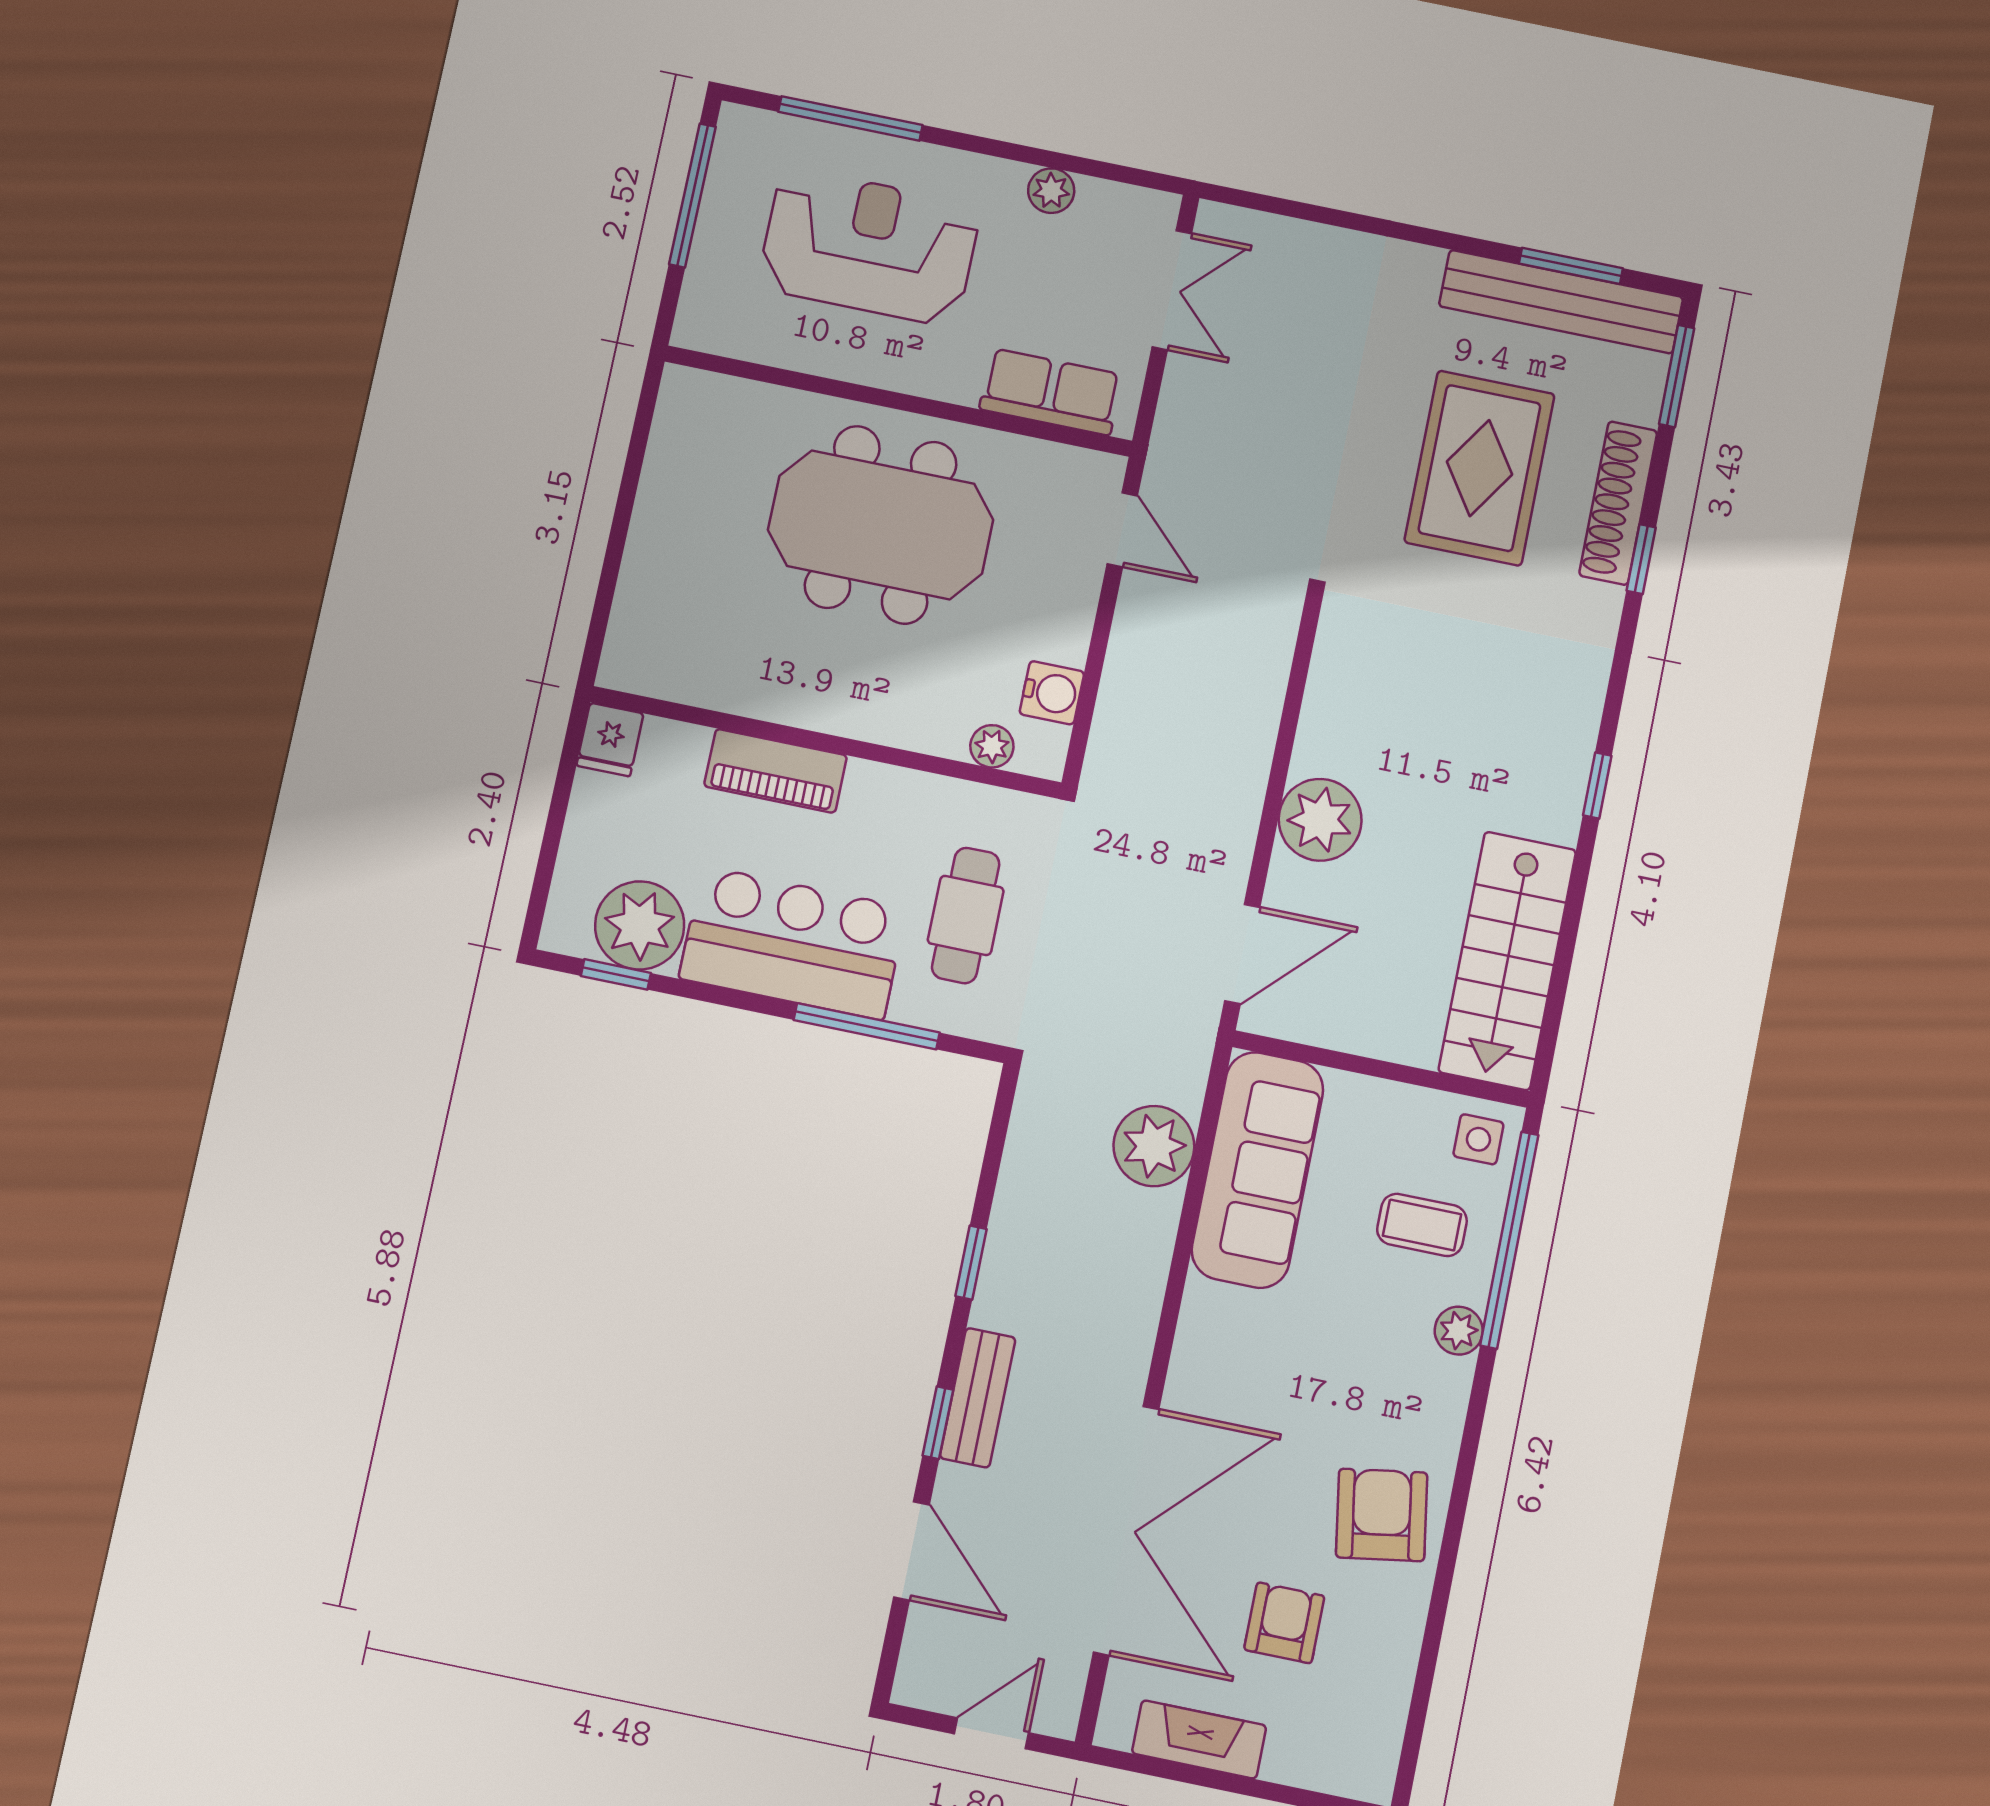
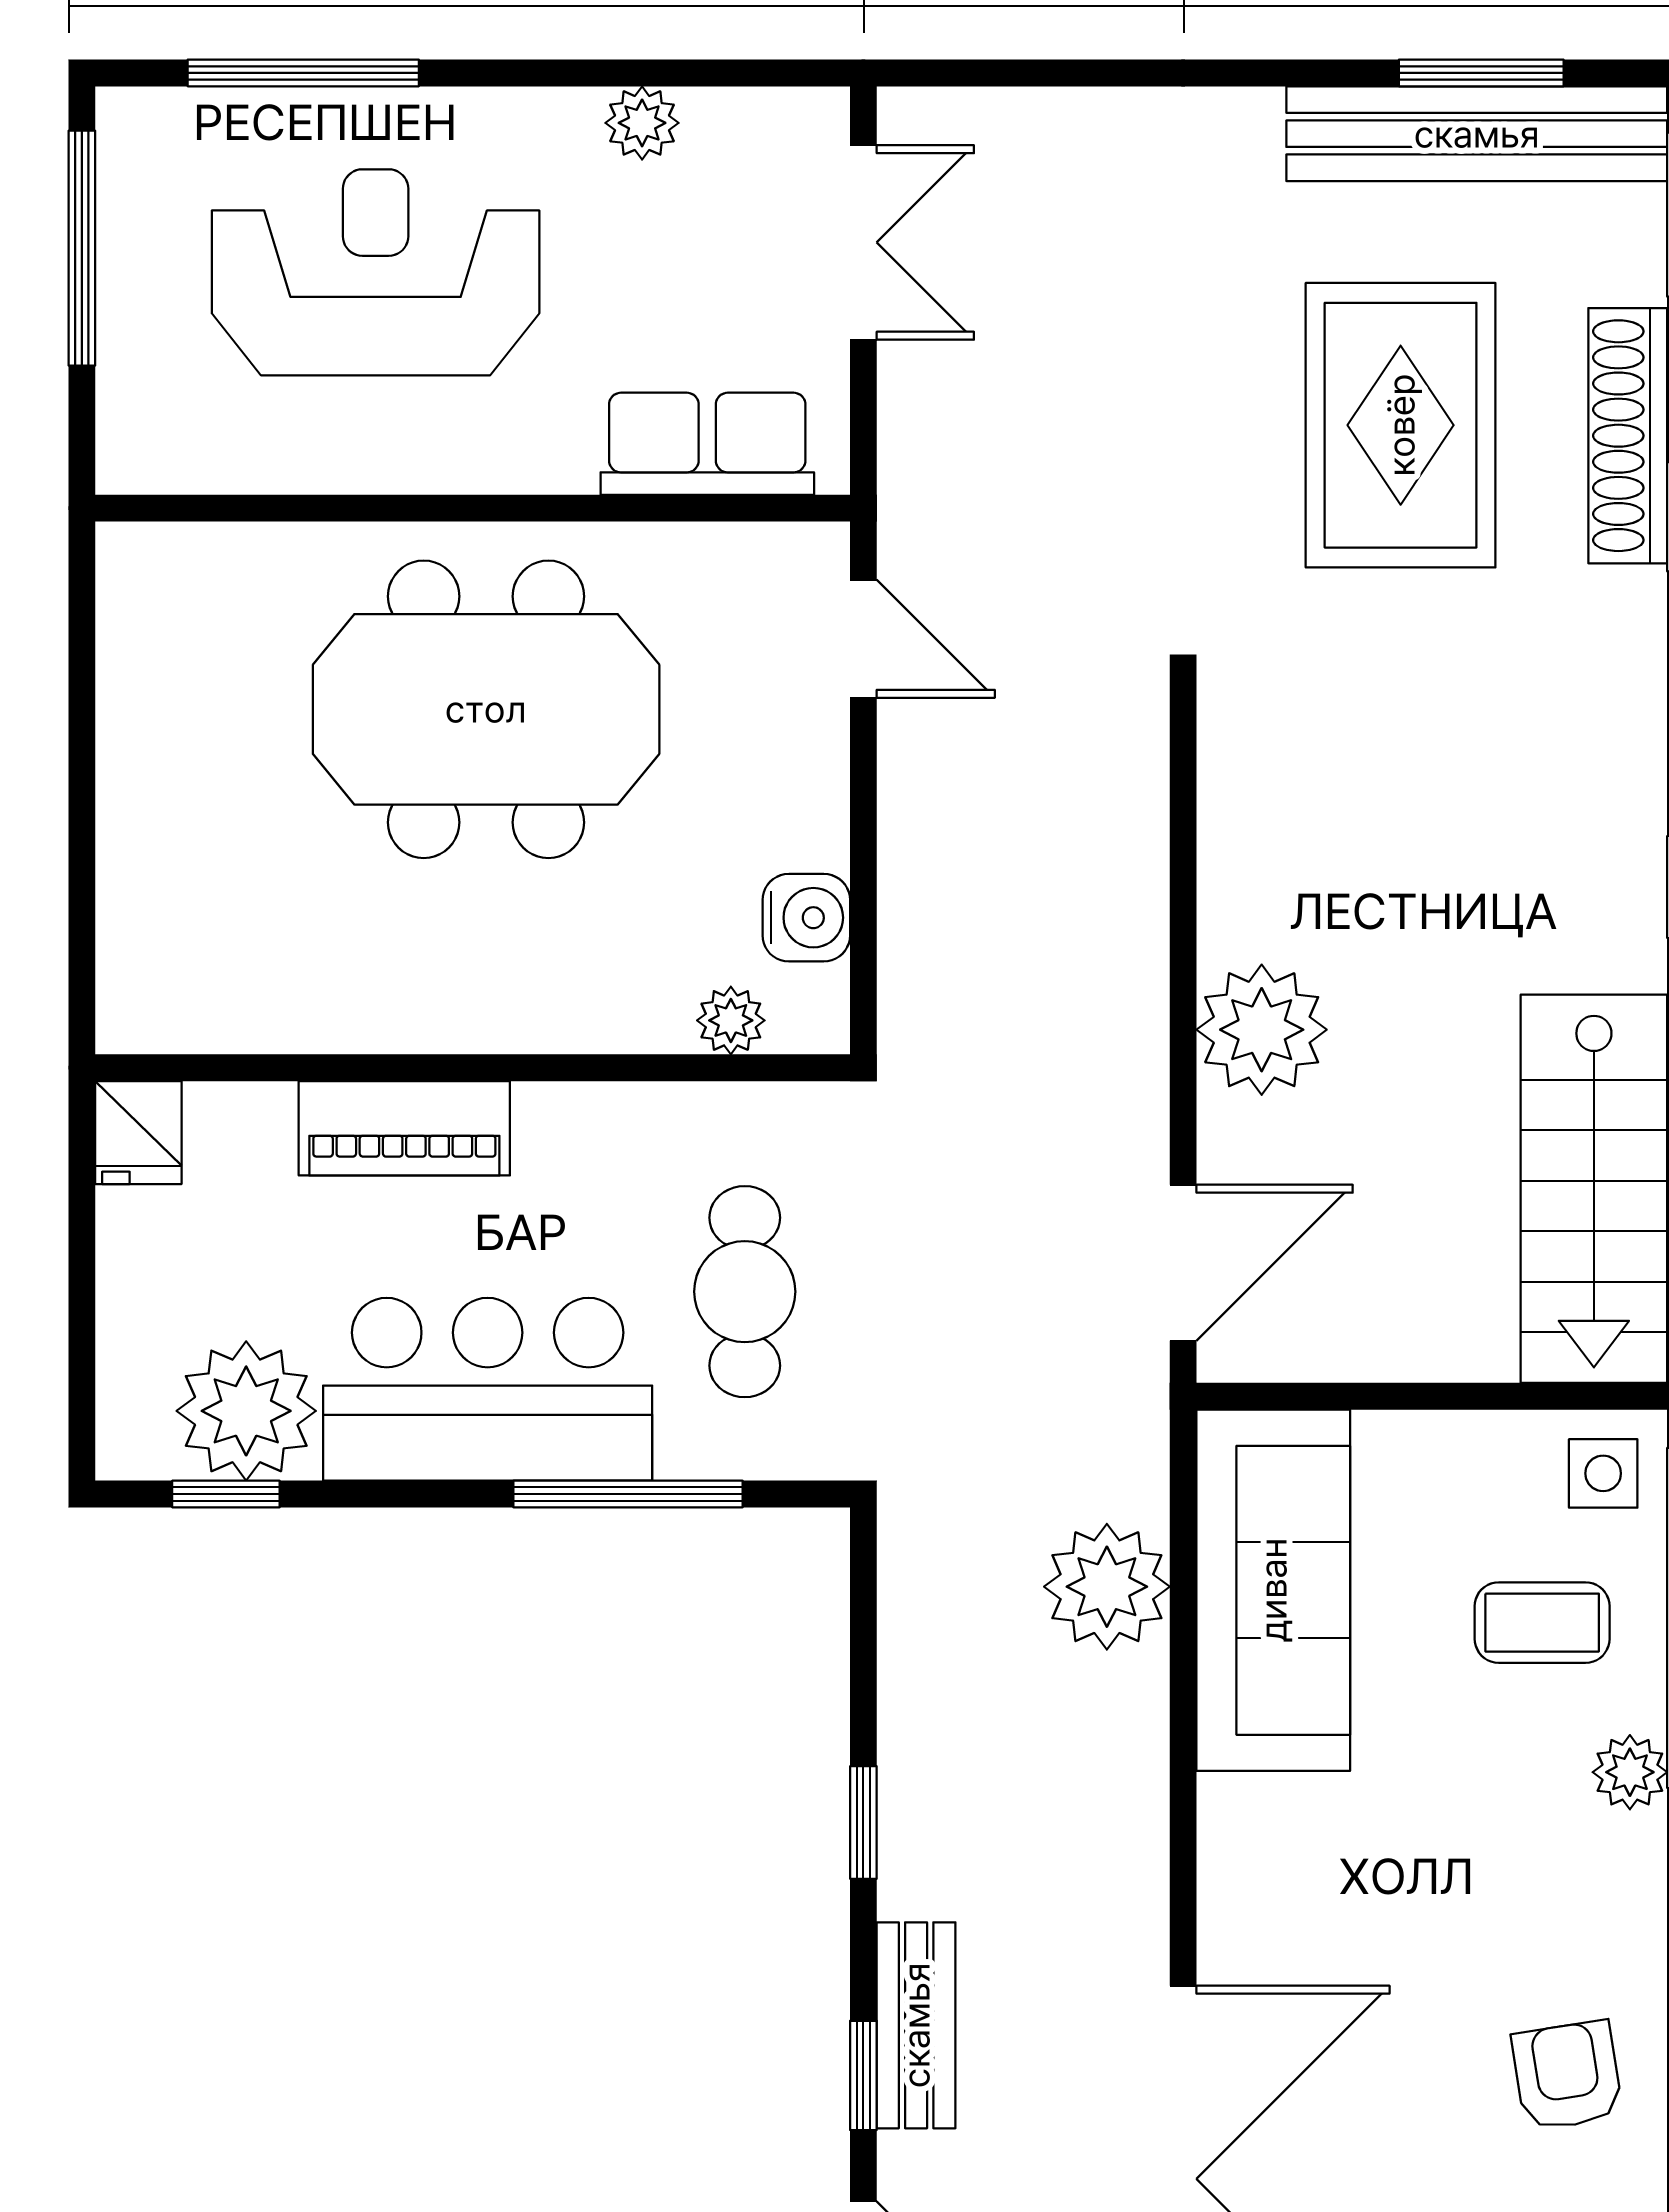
armchair: (1382, 1515) -> (1567, 2076), width x0.72, depth x0.72

